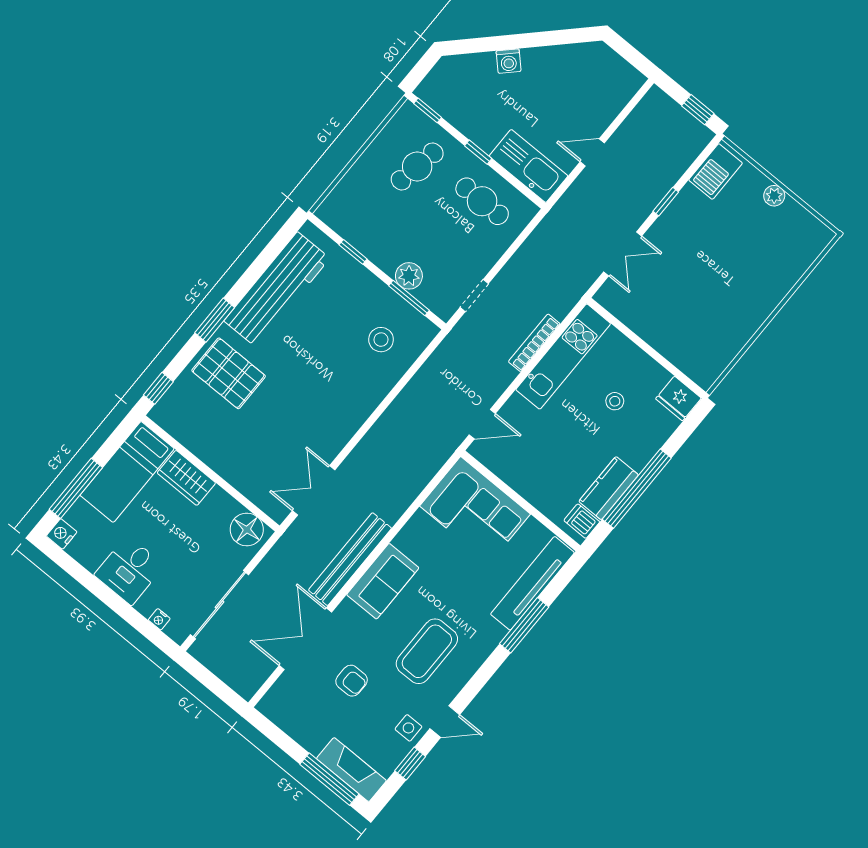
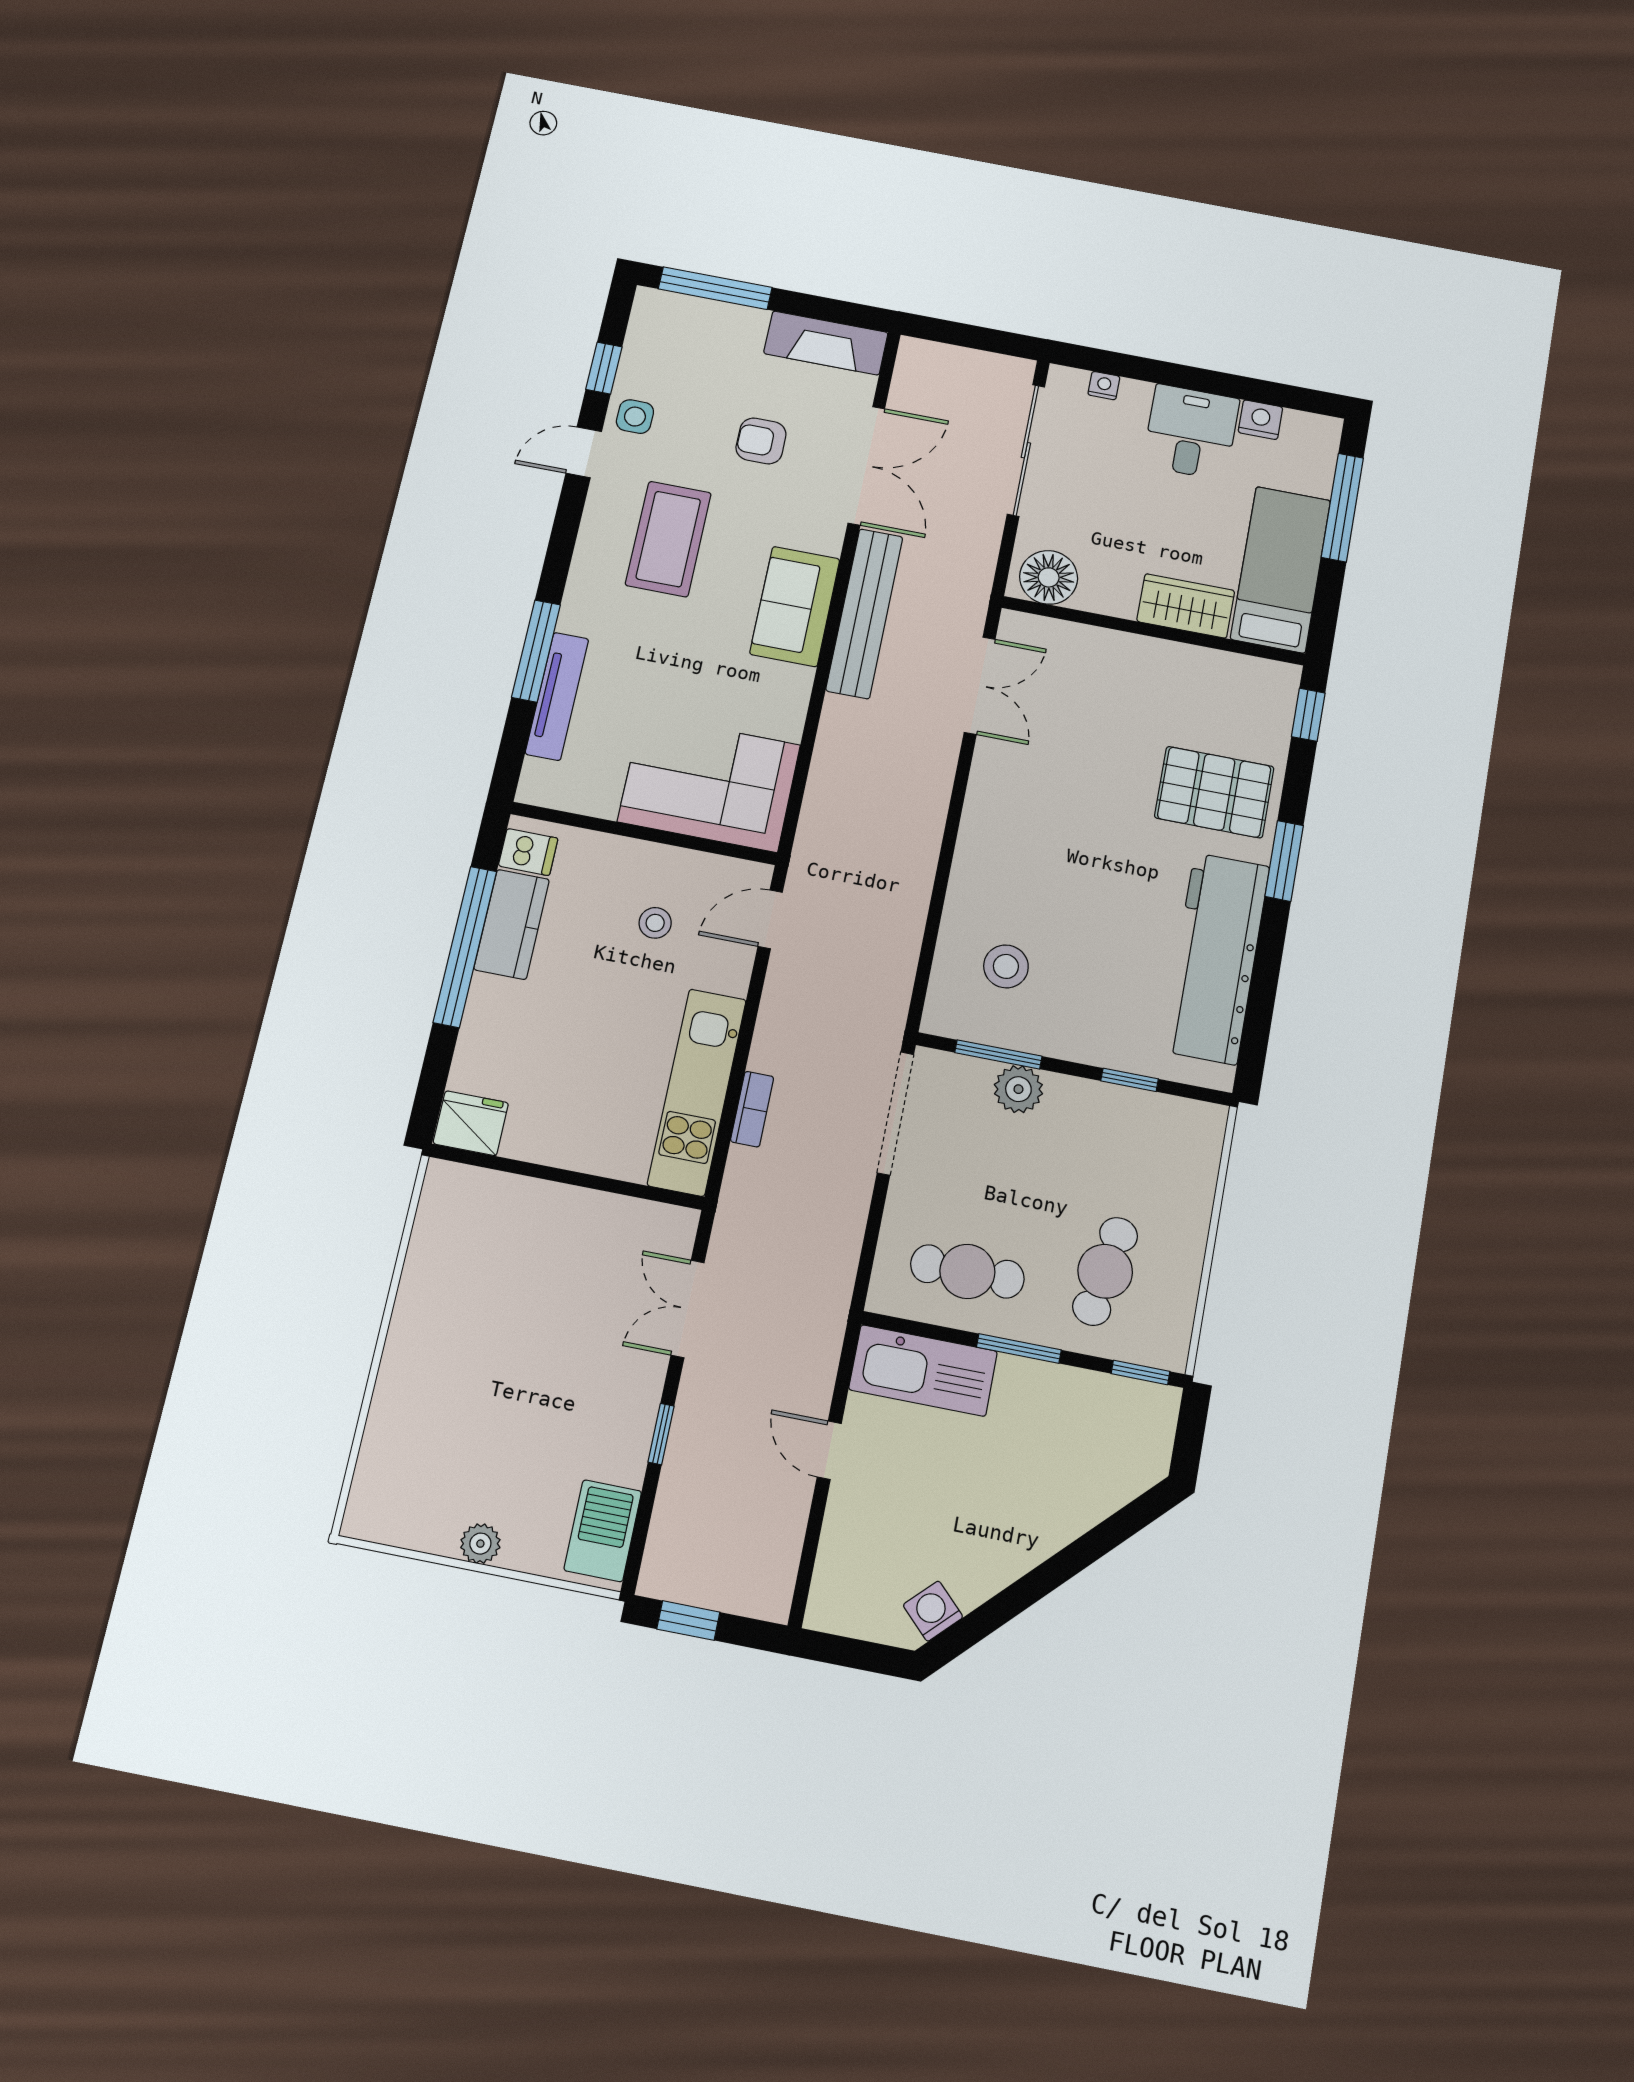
washing machine: (509, 61) -> (933, 1611), moved
window: (478, 152) -> (1019, 1349), width x1.50
door: (592, 152) -> (829, 1450), swing flipped
doorway: (474, 295) -> (895, 1113), width x1.87
bookcase: (534, 343) -> (752, 1109), width x0.64
stool: (615, 401) -> (655, 923), moved
nightstand: (62, 534) -> (1260, 420), moved, turned -90
tv unit: (532, 583) -> (557, 696), width x0.73, depth x0.78
fireplace: (351, 770) -> (826, 343), moved

